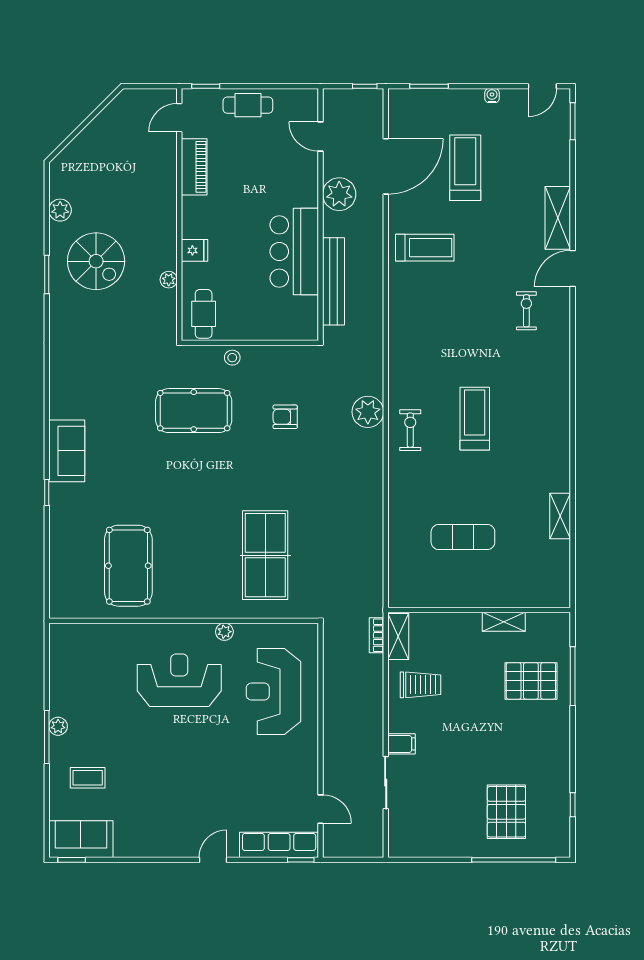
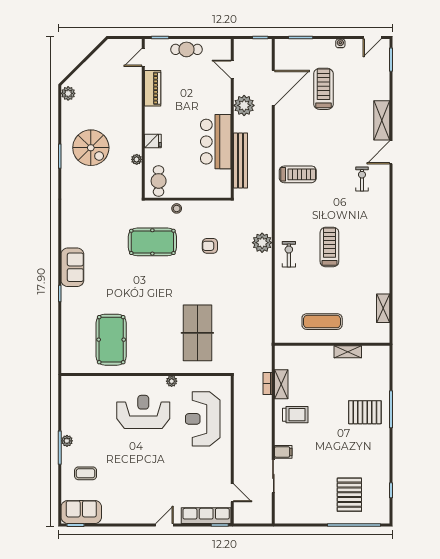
plant: (60, 210) -> (68, 93), moved
treadmill: (425, 248) -> (298, 174), moved
wall: (479, 610) -> (332, 344), moved
shelving: (504, 622) -> (348, 352), moved

